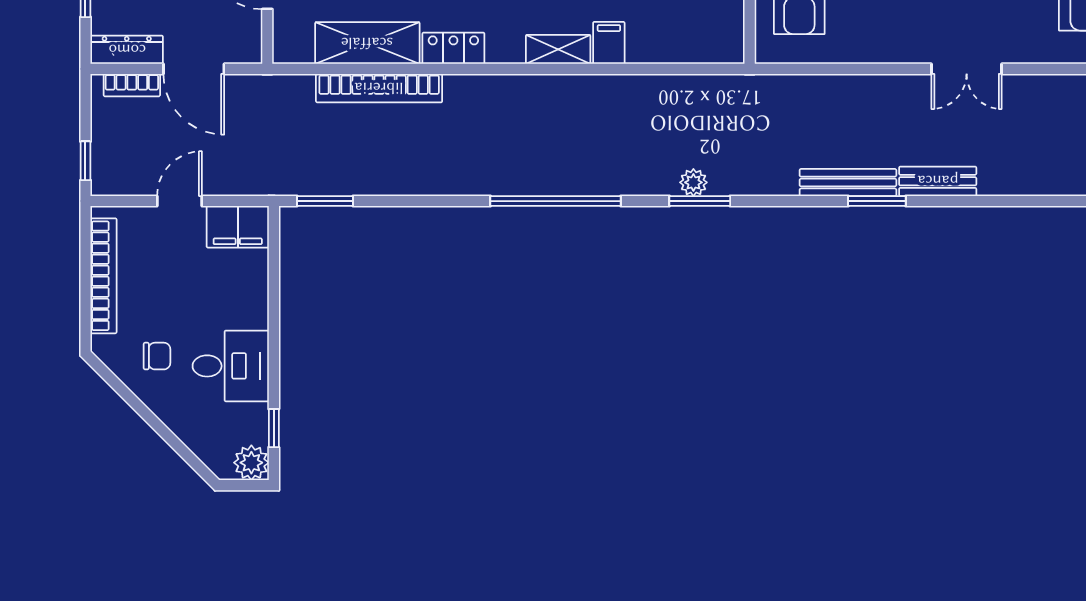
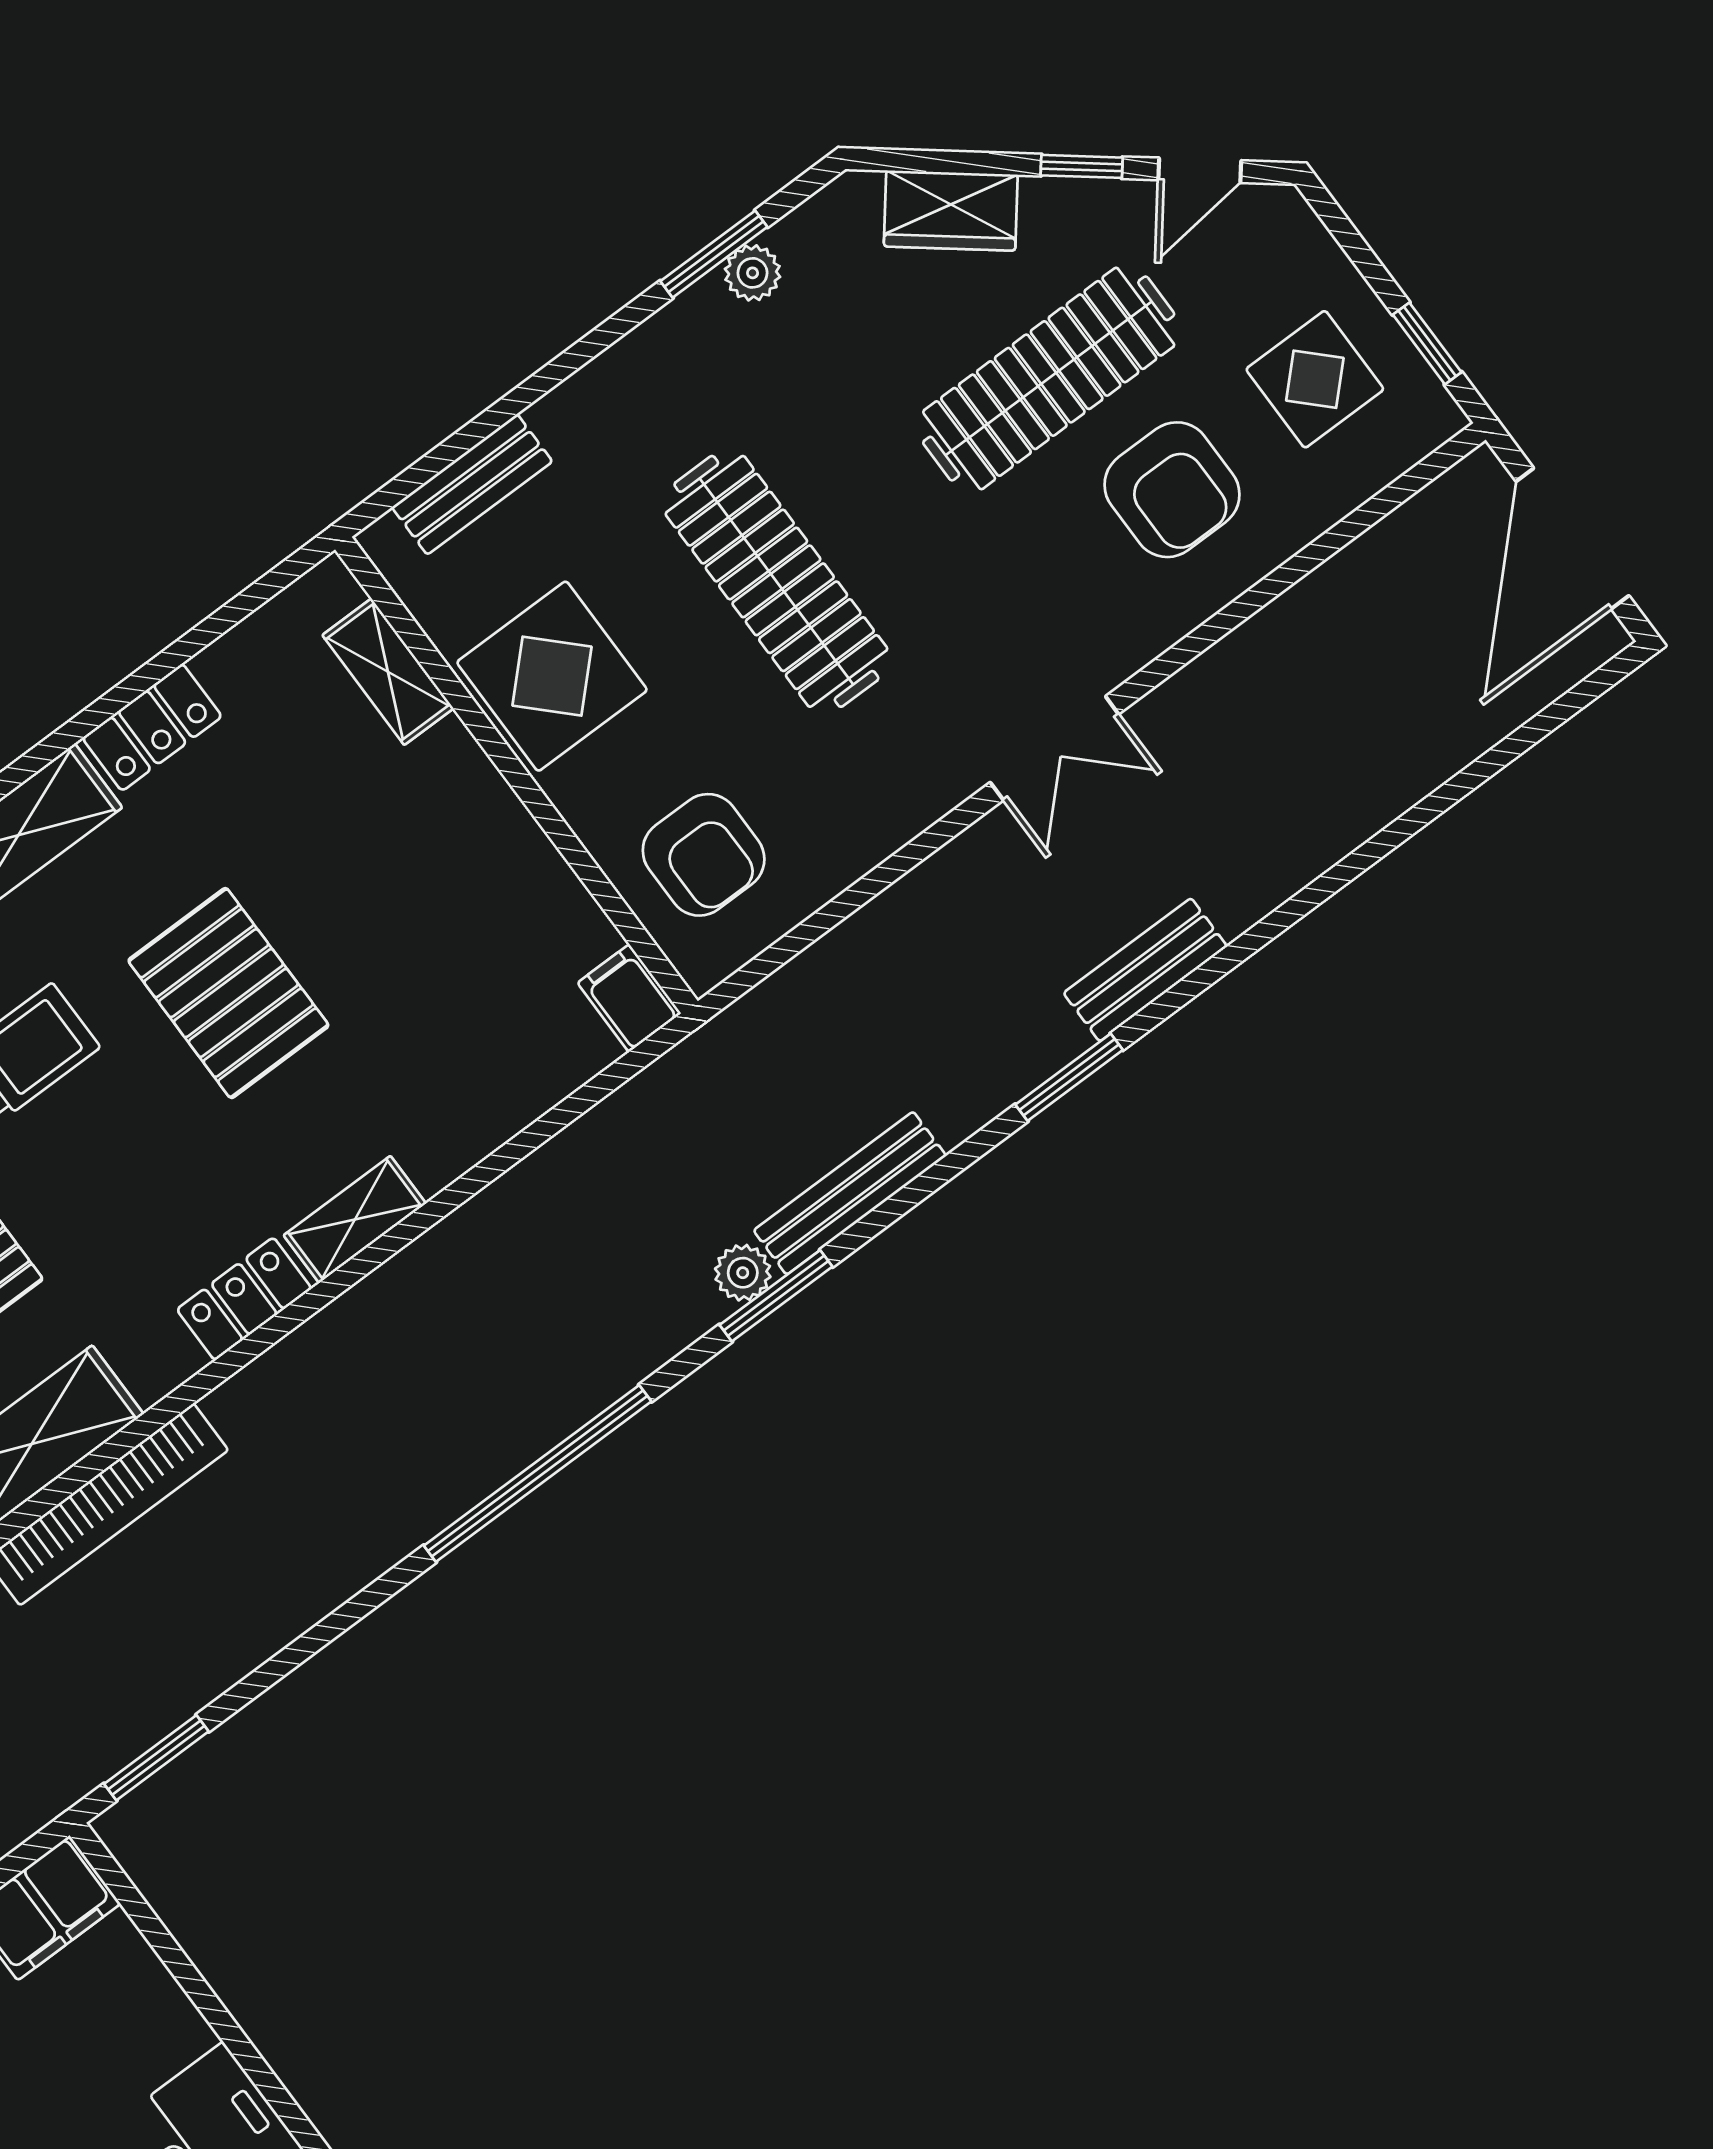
filing cabinet: (609, 43) -> (629, 998), moved
locker: (453, 48) -> (244, 1299), moved
bench: (848, 183) -> (850, 1193), moved

